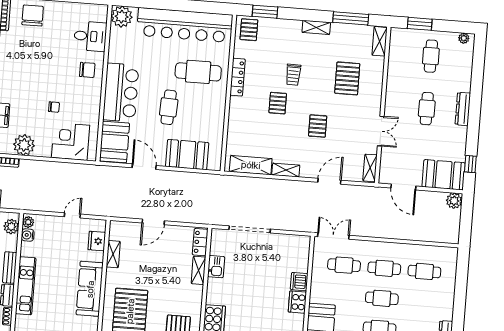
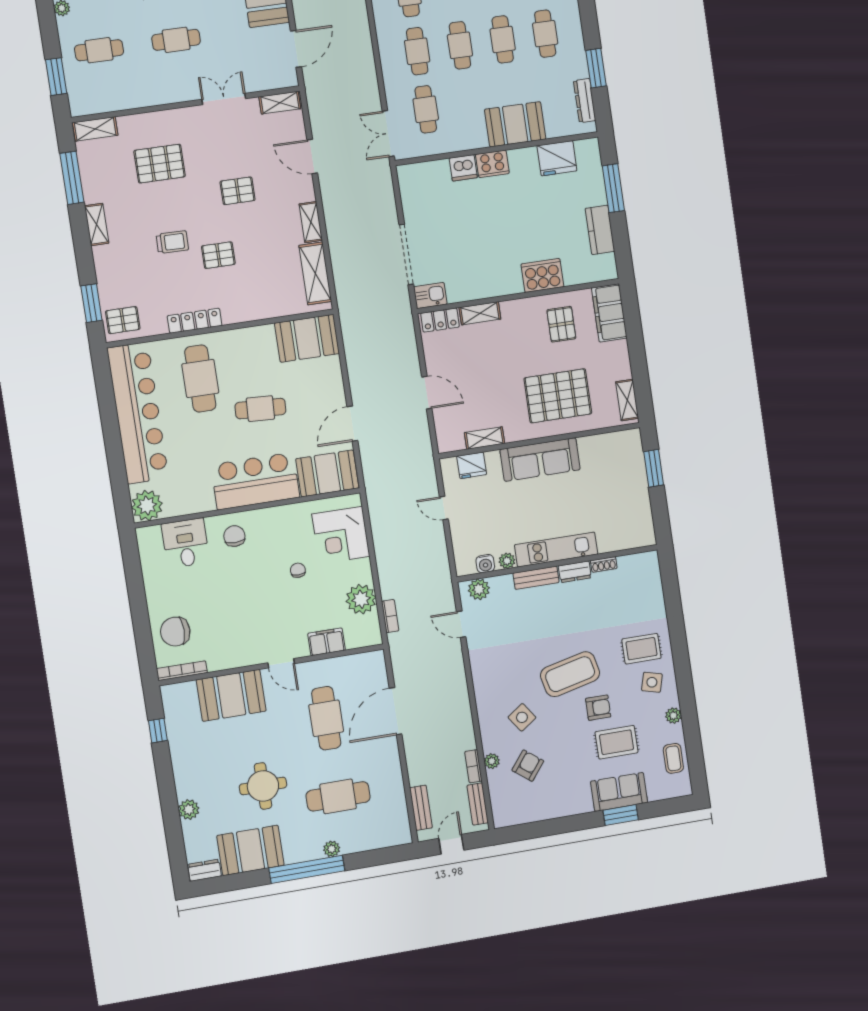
booth: (187, 155) -> (307, 338), moved, turned 90
plant: (28, 222) -> (507, 561), moved
kitchen sink: (216, 267) -> (430, 295), moved

